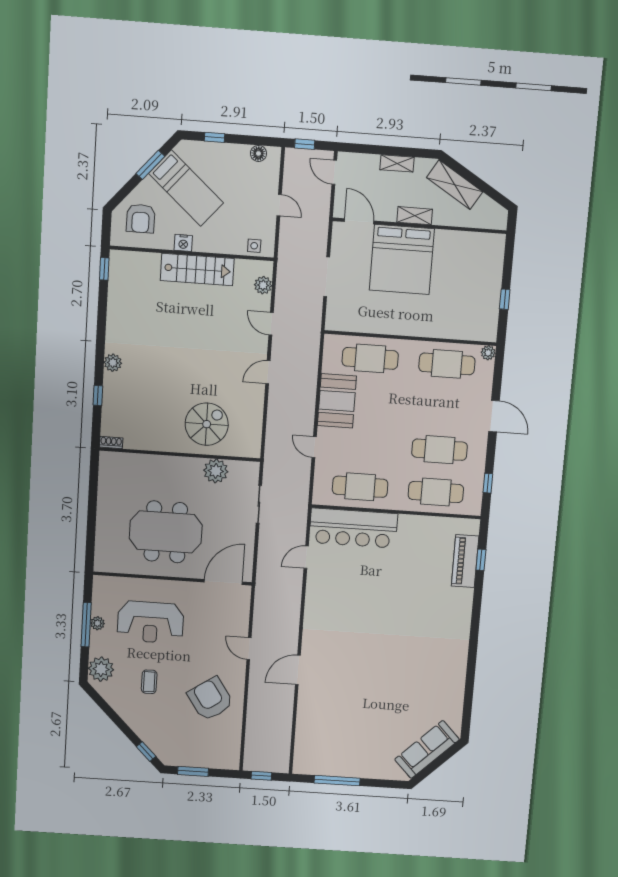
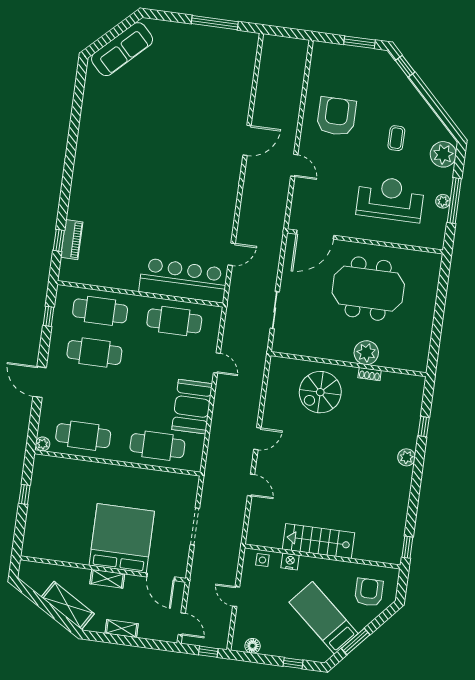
nightstand: (183, 243) -> (290, 561), moved
plant: (263, 285) -> (256, 522), removed
shoe rack: (111, 442) -> (370, 374), moved
plant: (216, 471) -> (366, 353), moved
piano: (465, 561) -> (72, 240), width x0.73, depth x0.75
armchair: (210, 699) -> (336, 116), turned -146
window: (261, 776) -> (291, 33), removed

